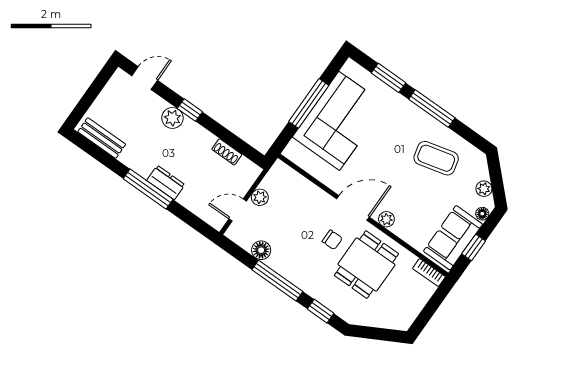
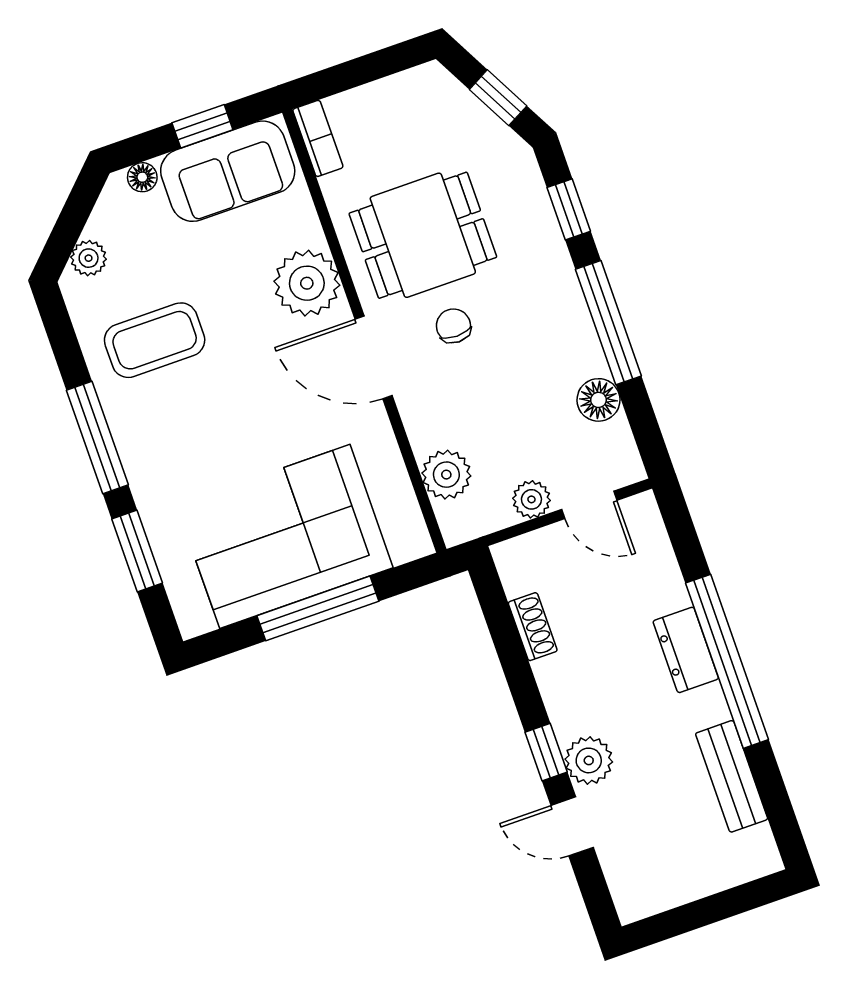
door: (145, 78) -> (572, 826), moved
bench: (102, 138) -> (732, 776), moved
coffee table: (436, 158) -> (155, 340), turned -76
plant: (297, 184) -> (446, 475), added
window: (148, 189) -> (727, 661), width x1.46
plant: (484, 189) -> (89, 258), moved
plant: (386, 219) -> (307, 283), width x1.87, depth x1.87
window: (375, 333) -> (498, 98), added

